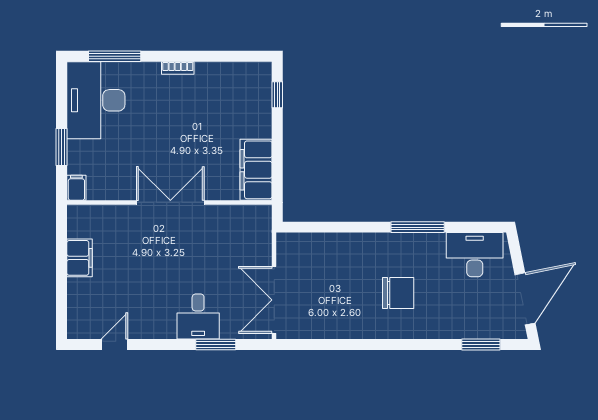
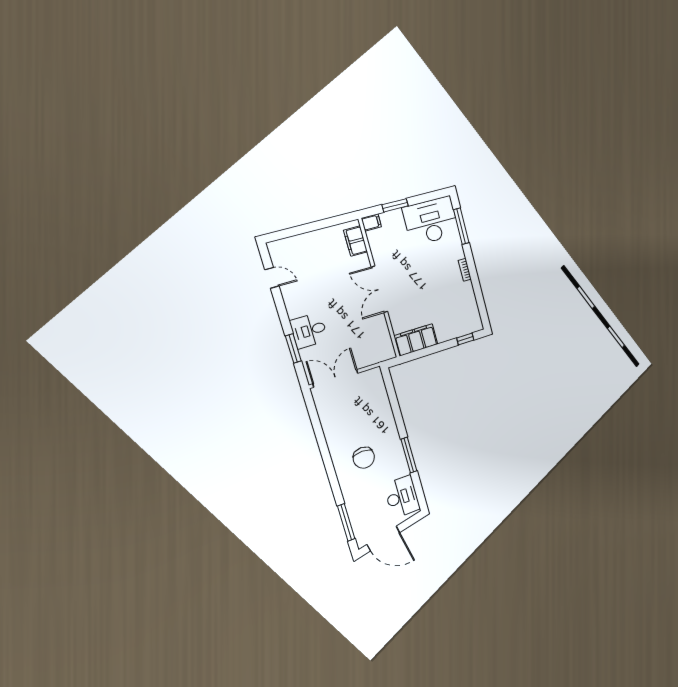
double door: (170, 203) -> (379, 289), swing flipped
filing cabinet: (80, 258) -> (355, 241), moved, turned 90
window: (481, 345) -> (346, 522), width x1.44

